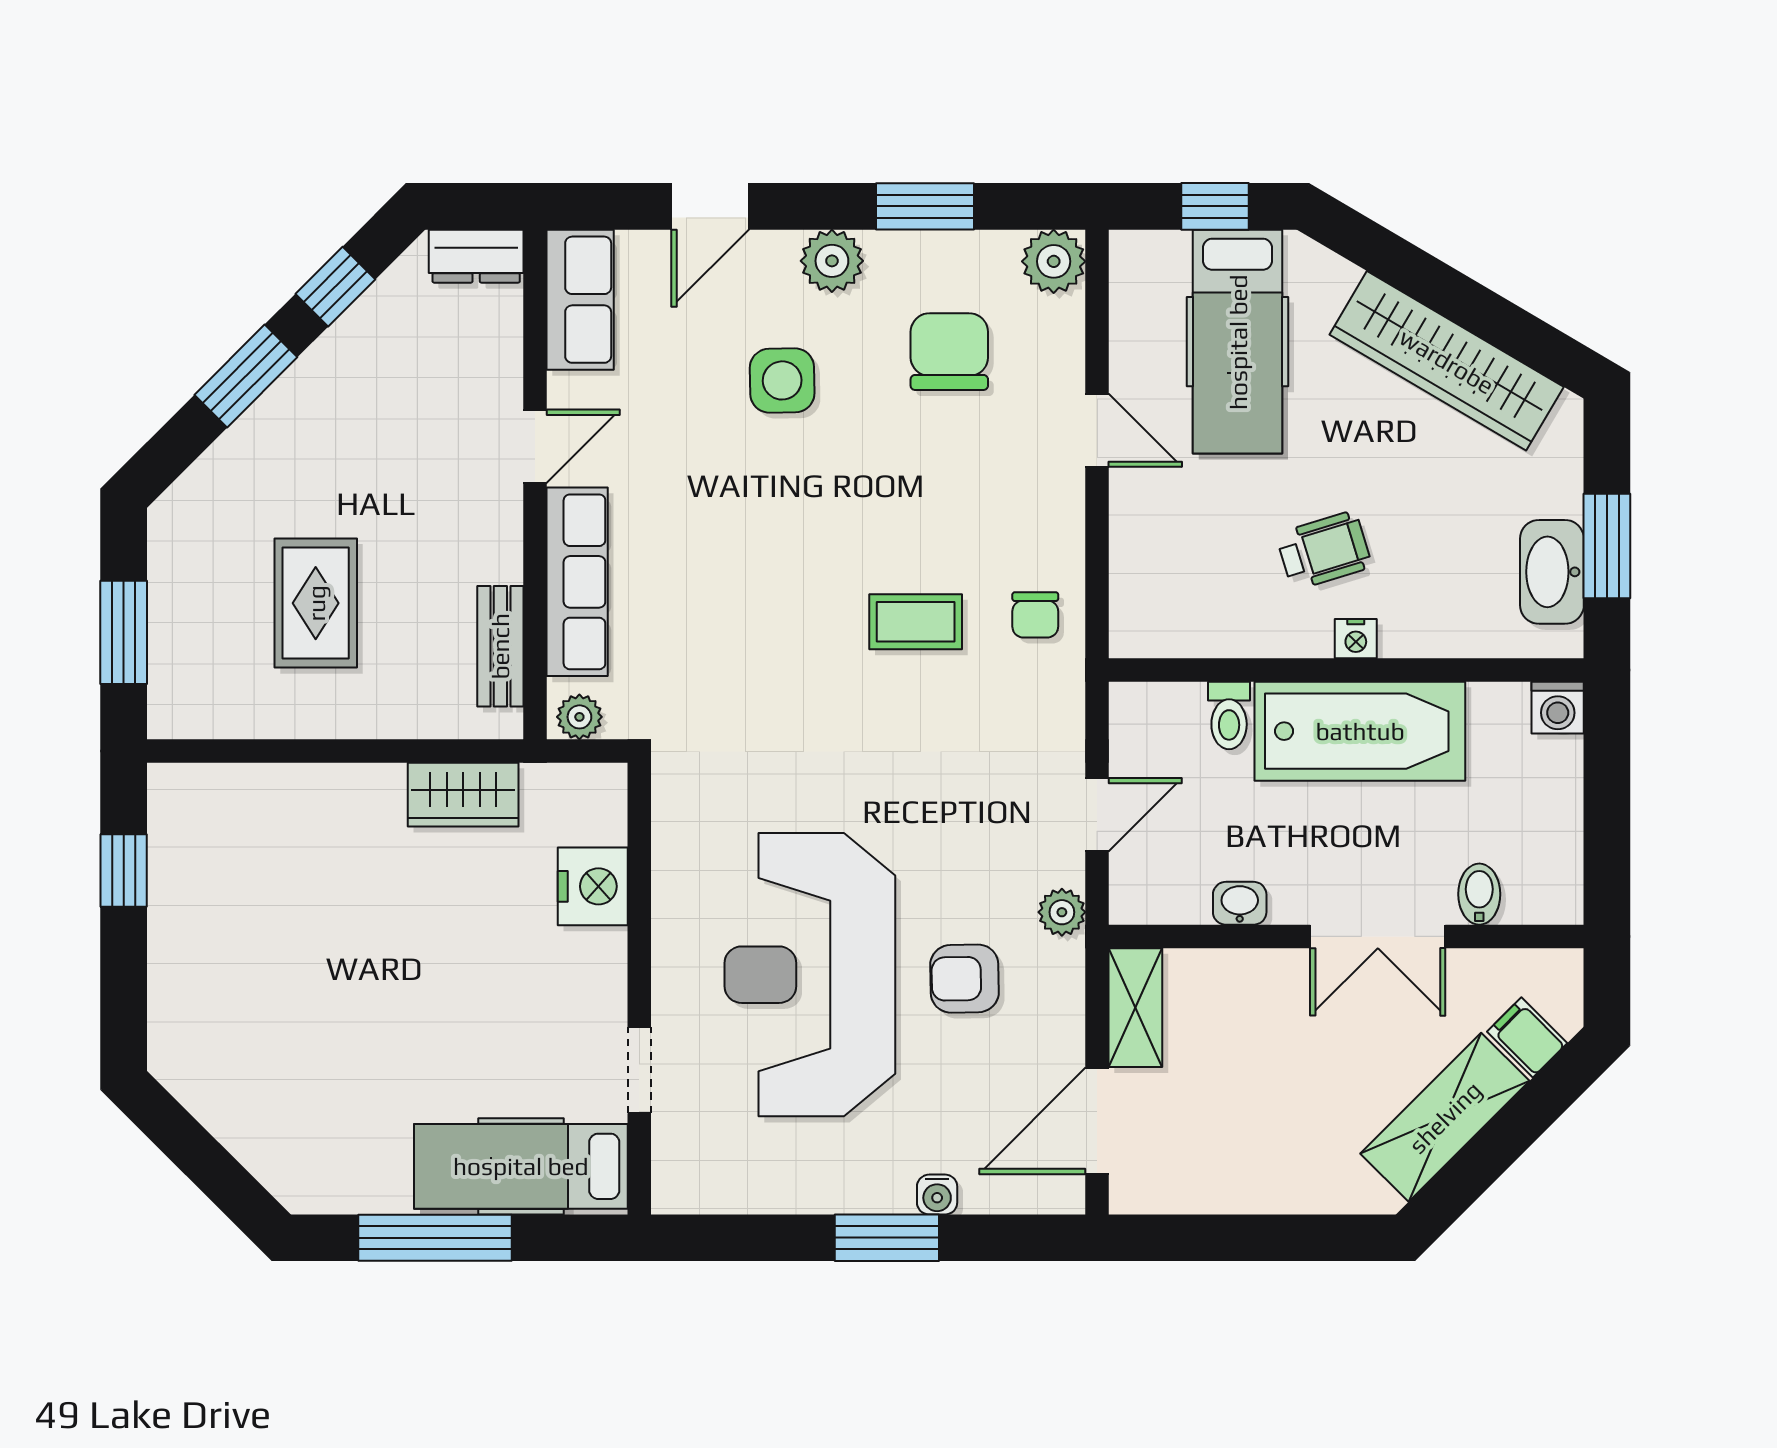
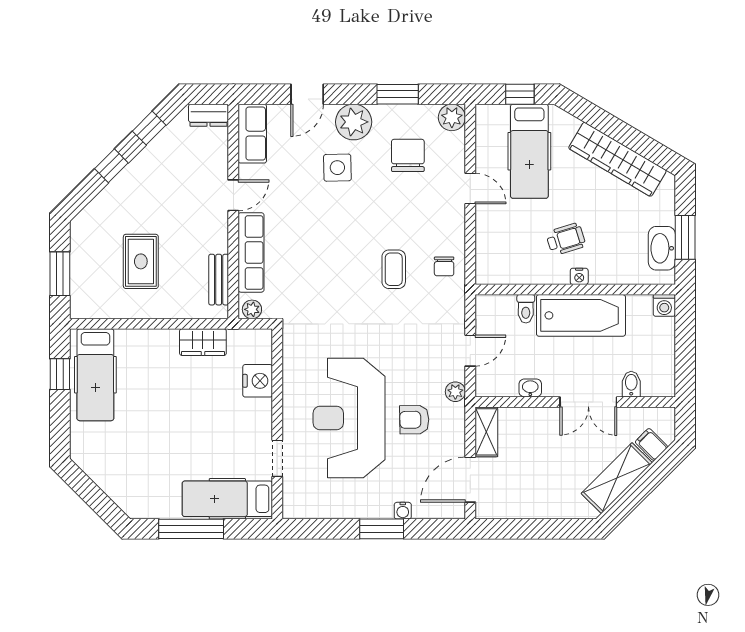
plant: (832, 261) -> (354, 122), width x1.36, depth x1.36
window: (246, 376) -> (111, 166), width x0.67
coffee table: (916, 622) -> (394, 269), turned 90
hospital bed: (208, 872) -> (95, 375), added

